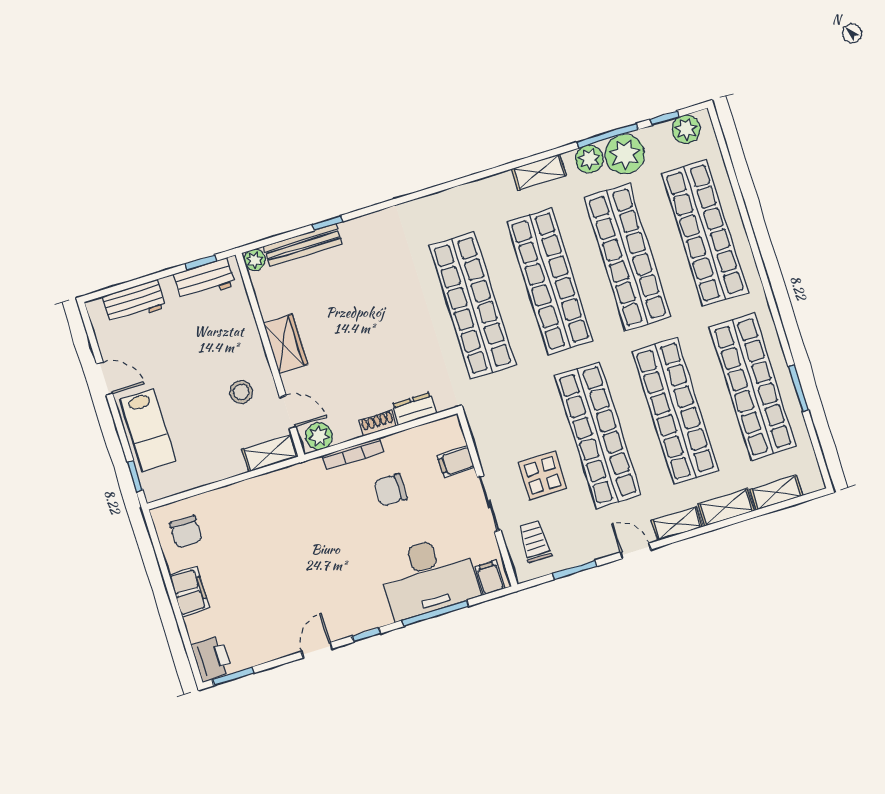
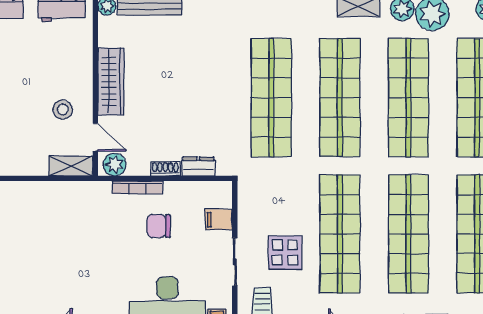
wardrobe: (286, 344) -> (111, 82), width x1.50

